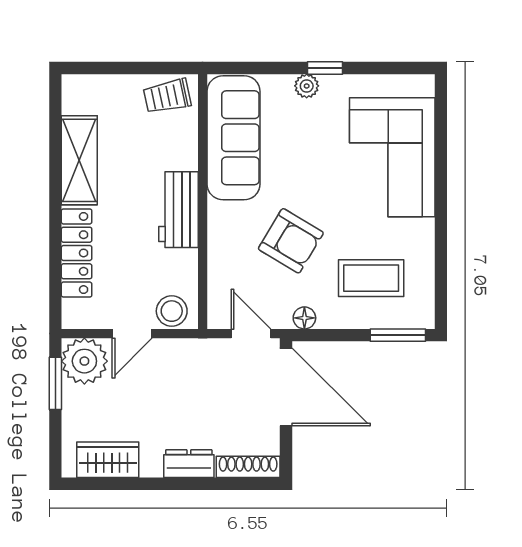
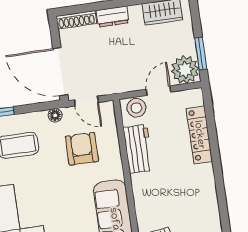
shelving: (79, 160) -> (206, 191), removed
workbench: (178, 210) -> (138, 149), moved
armchair: (291, 241) -> (82, 149), moved, turned 59

